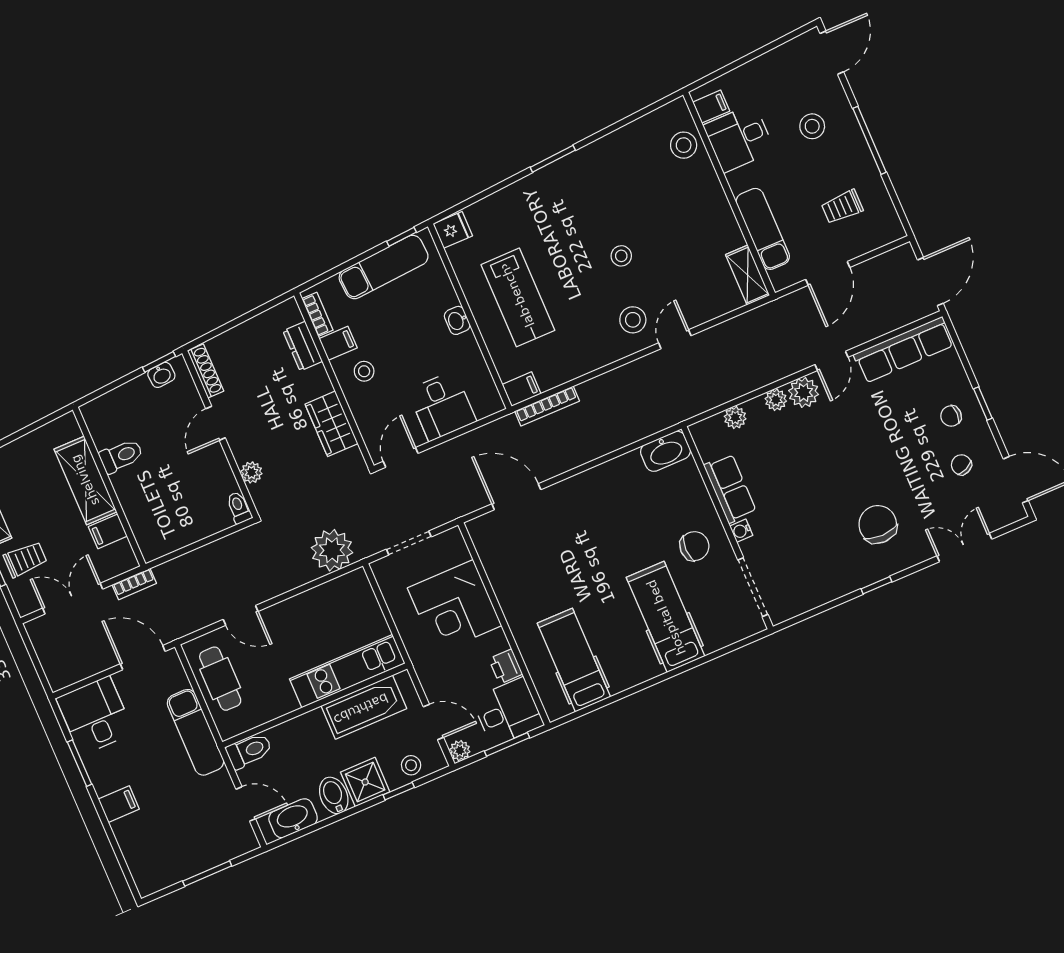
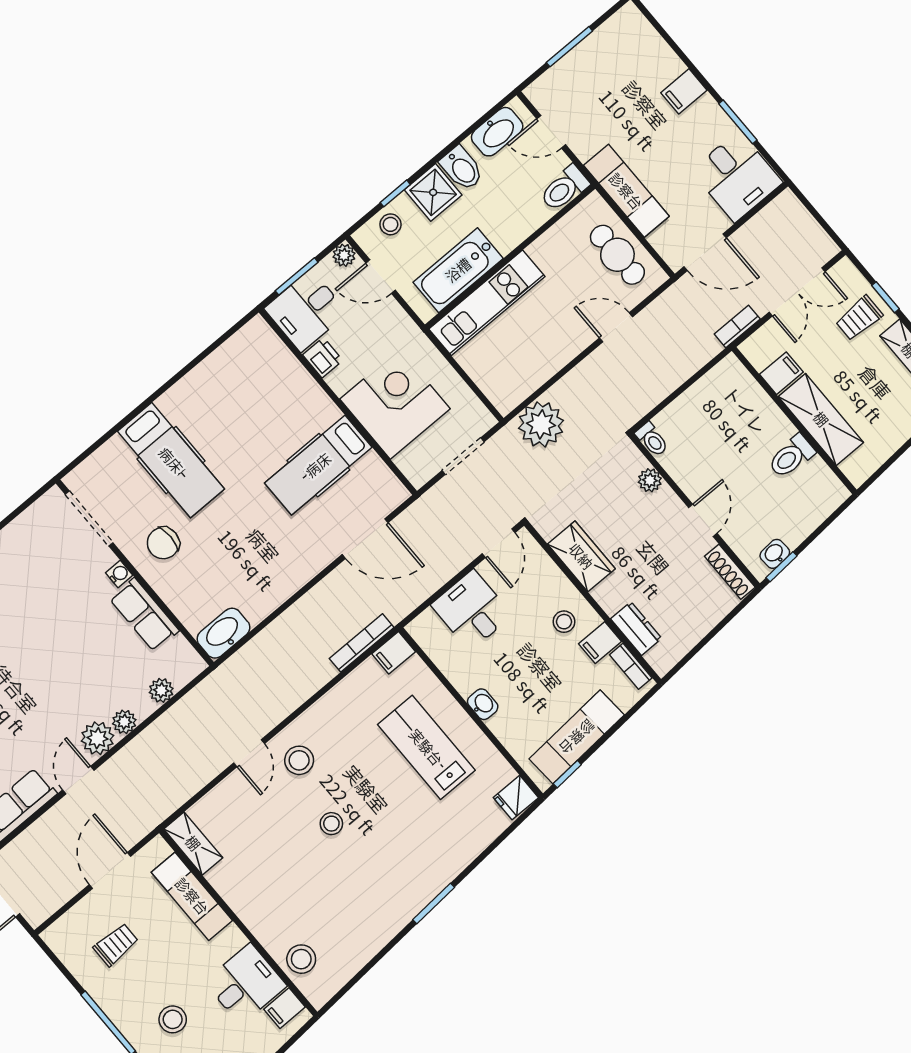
hospital bed: (574, 660) -> (318, 465), moved, turned 90

